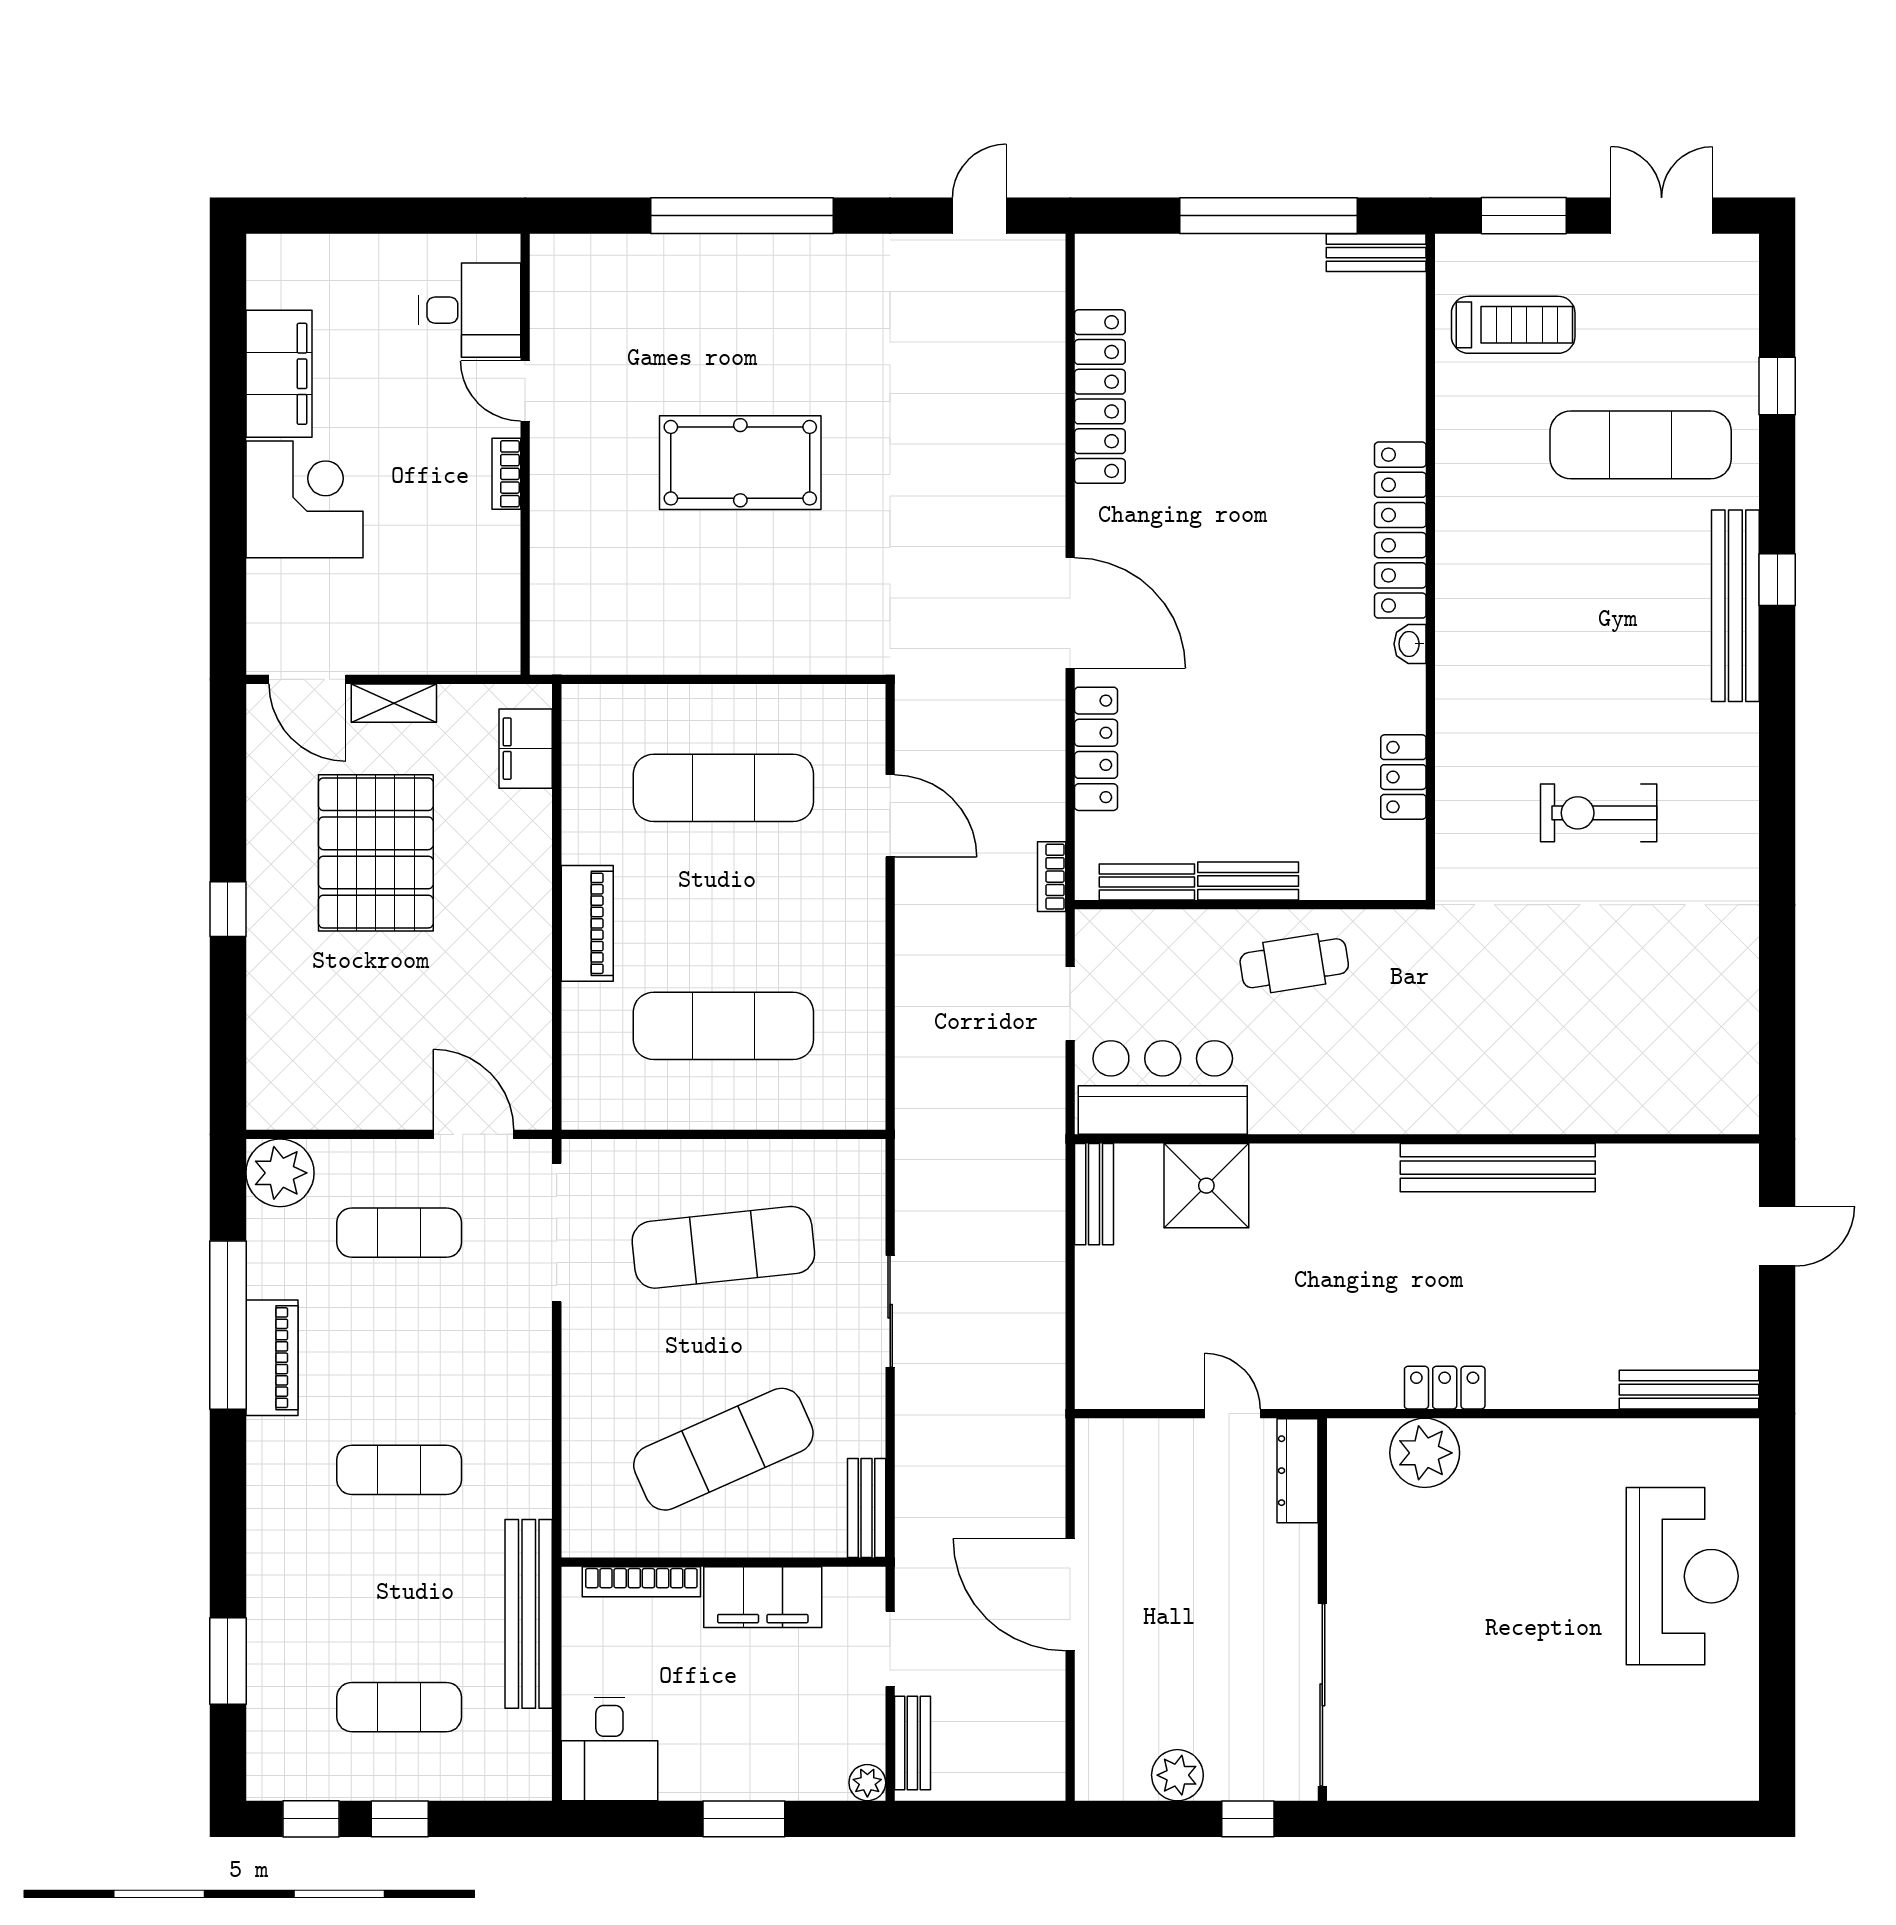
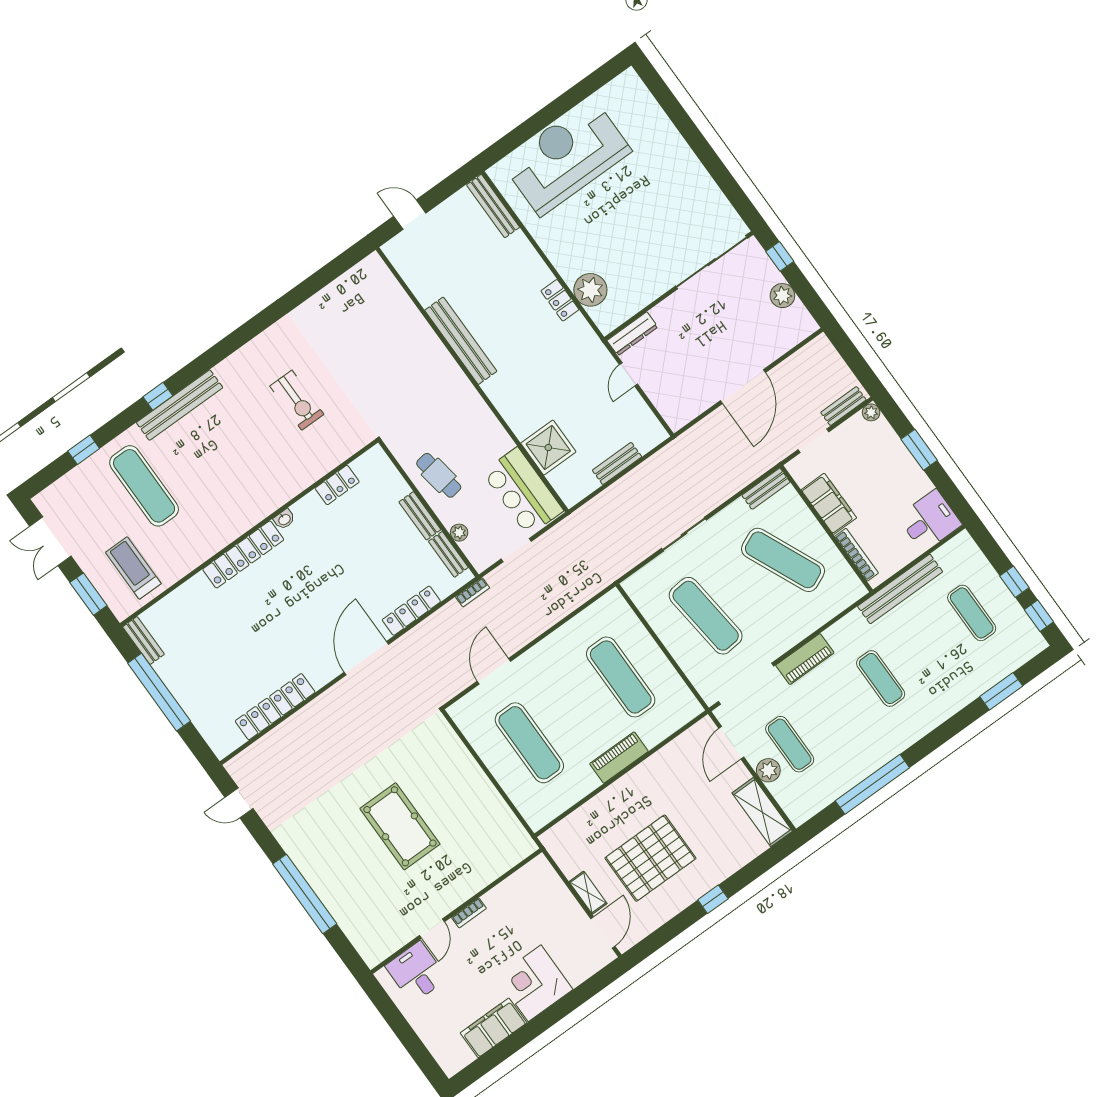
filing cabinet: (526, 749) -> (569, 829), removed
plant: (1171, 927) -> (459, 533), added
shelving: (317, 1102) -> (762, 812), added
plant: (280, 1173) -> (768, 770), moved, width x0.73, depth x0.73
bench: (1094, 1194) -> (617, 463), moved
piano: (272, 1358) -> (805, 659), moved, turned 180
reception desk: (1682, 1576) -> (566, 157), width x1.36, depth x1.30

